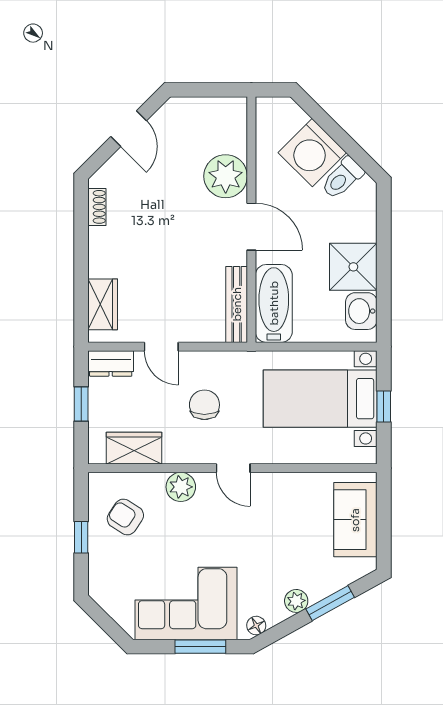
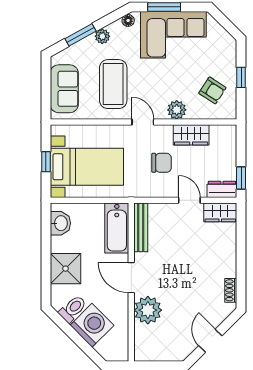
shower: (353, 267) -> (65, 269), moved
wardrobe: (103, 304) -> (220, 212), moved, turned -90
window: (81, 404) -> (241, 178), moved
chair: (204, 405) -> (161, 163), turned -90
wardrobe: (134, 448) -> (191, 135), moved
coffee table: (279, 527) -> (113, 84), added

